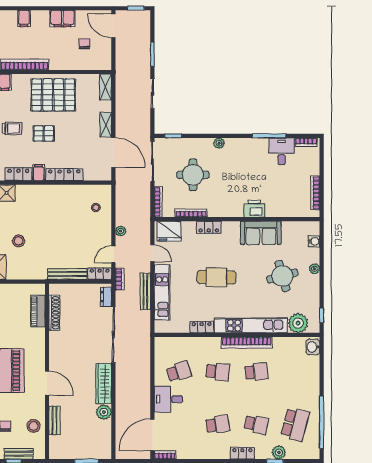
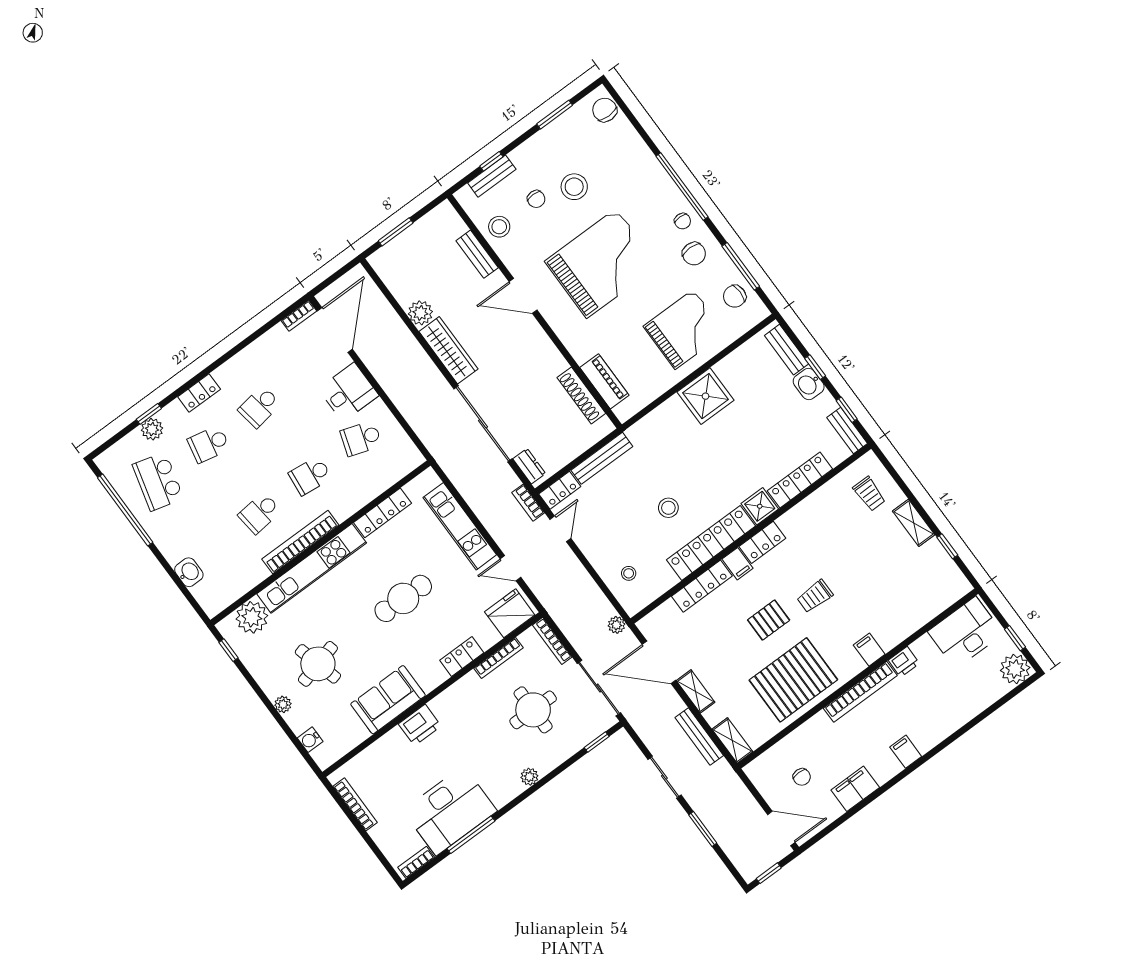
desk: (282, 151) -> (450, 811), width x1.87, depth x1.30
locker: (44, 193) -> (711, 543), added
plant: (121, 231) -> (616, 625), moved
stool: (19, 241) -> (668, 508), moved
bench: (145, 291) -> (699, 736), moved
locker: (202, 327) -> (382, 513), width x1.53
washbasin: (313, 347) -> (189, 572), moved
school desk: (179, 372) -> (361, 438), turned 36

